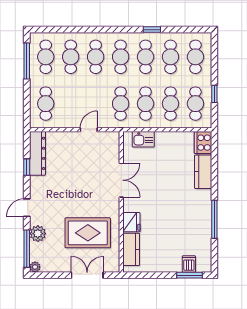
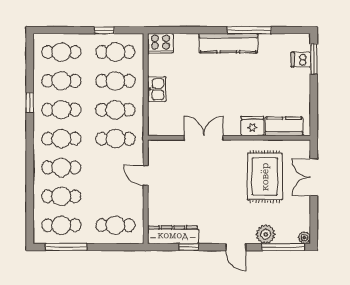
kitchen sink: (143, 139) -> (157, 89), moved
kitchen counter: (203, 172) -> (228, 43), moved, width x1.50

